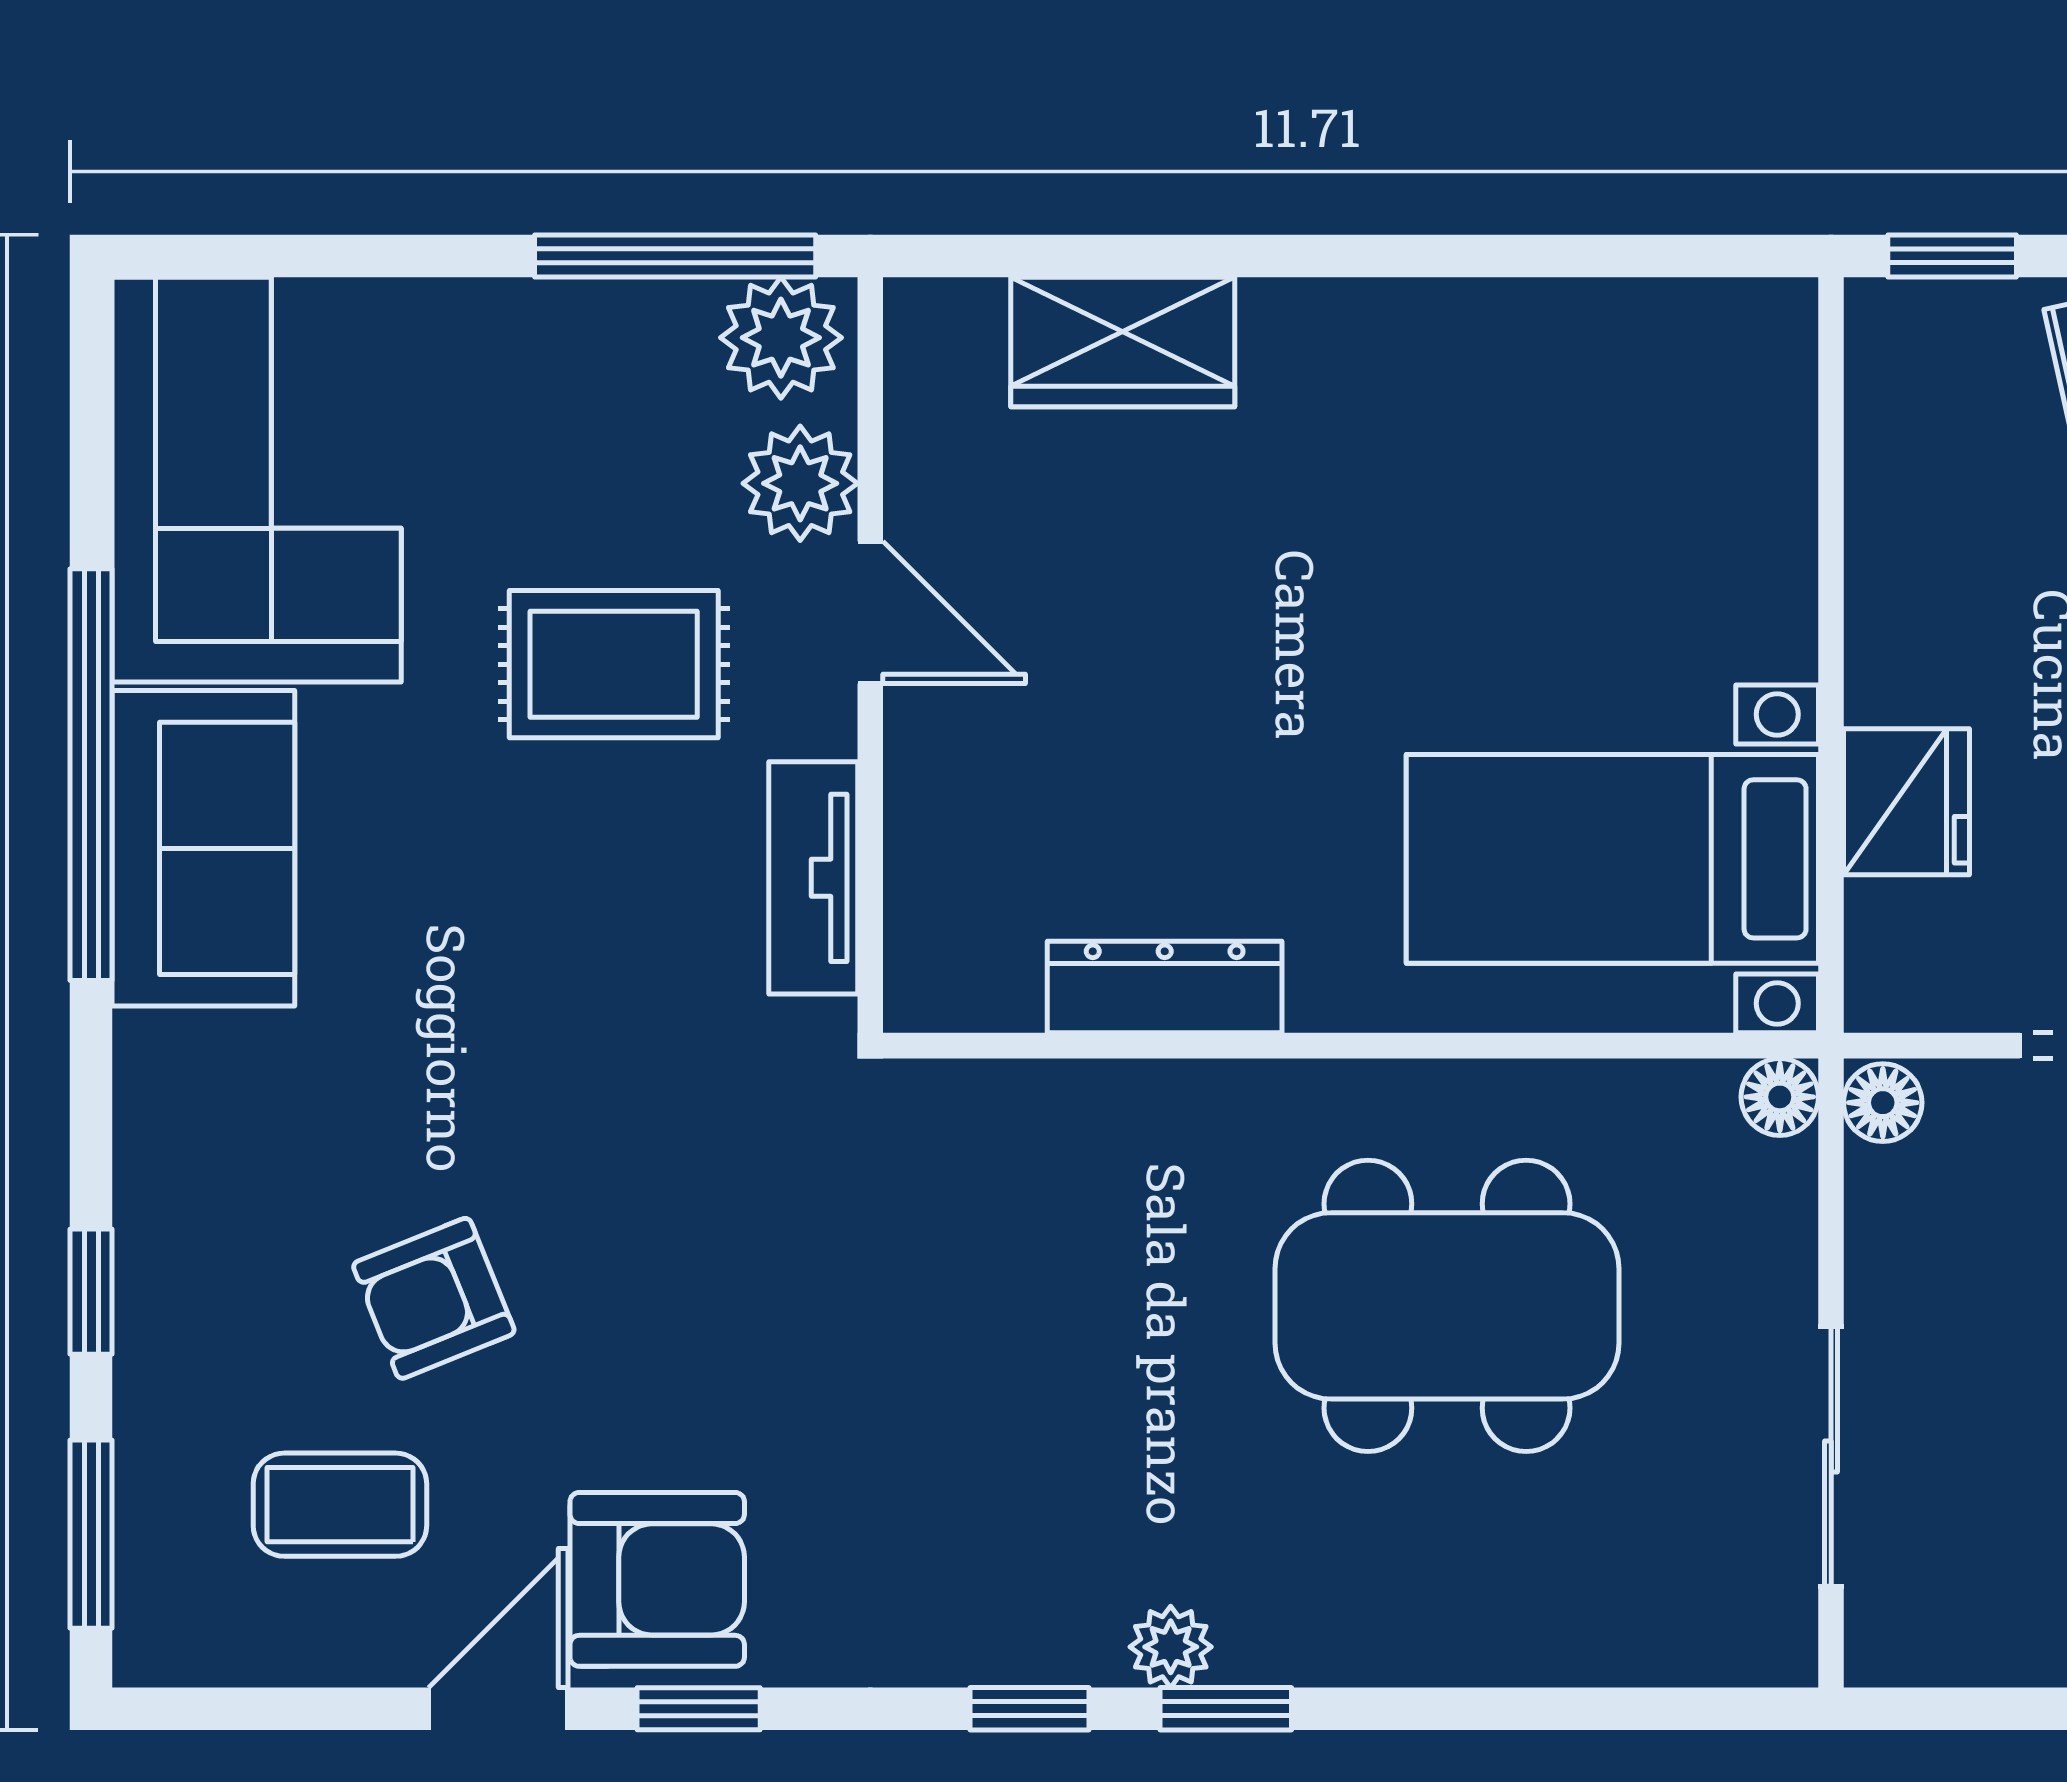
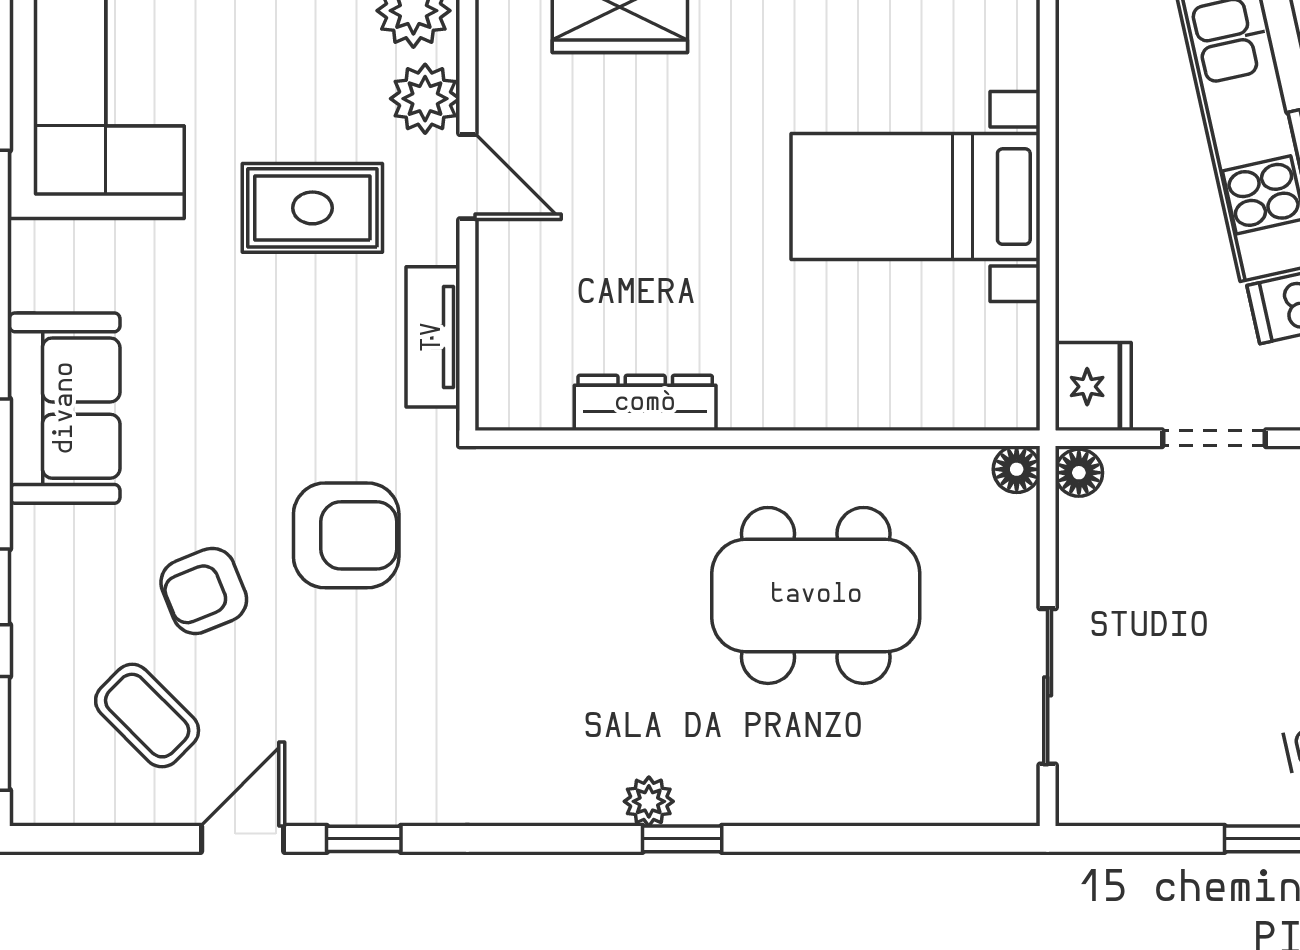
fridge: (1907, 802) -> (1093, 387), moved
sofa: (203, 848) -> (65, 408), moved
bed with nightstands: (1612, 859) -> (916, 197), moved
coffee table: (340, 1505) -> (147, 716), turned 45
armchair: (657, 1579) -> (346, 535), moved
window: (1030, 1709) -> (564, 839), removed

